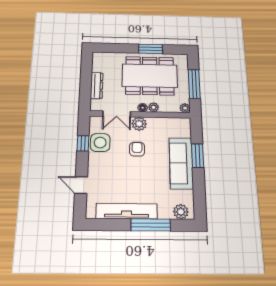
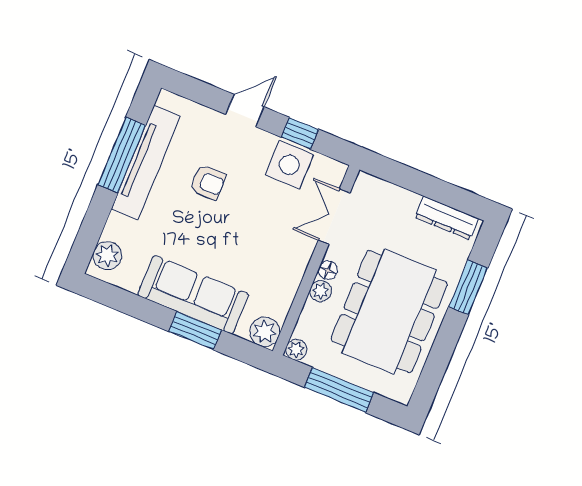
window: (151, 49) -> (468, 287), moved
dresser: (97, 86) -> (447, 218), moved
plant: (139, 124) -> (265, 332), moved
armchair: (137, 149) -> (208, 182), moved
door: (81, 185) -> (245, 111), moved
window: (151, 225) -> (122, 155), moved

